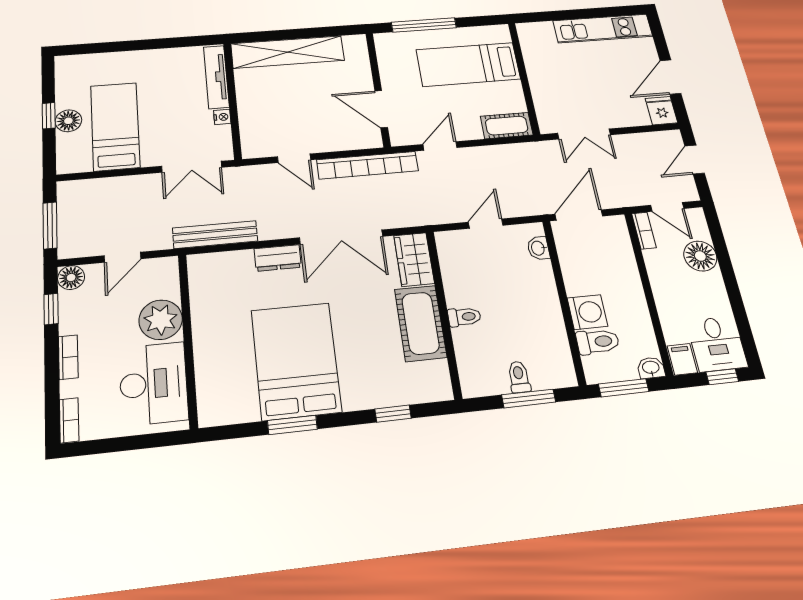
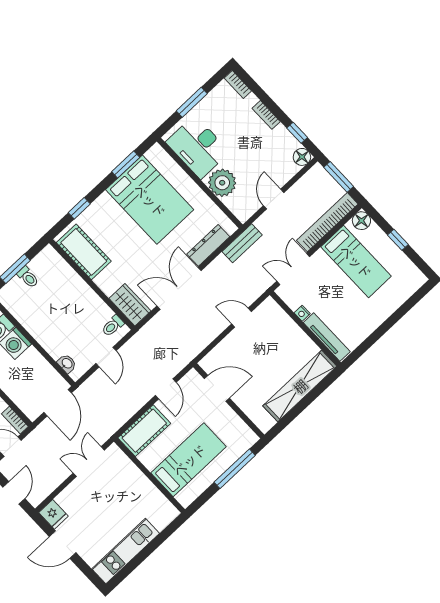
door: (670, 77) -> (63, 545), swing flipped
floor lamp: (68, 121) -> (361, 221), moved
cot: (507, 126) -> (144, 431), width x1.37, depth x1.34
bookcase: (368, 165) -> (327, 222), moved
bench: (215, 235) -> (242, 243), width x0.73
door: (122, 257) -> (274, 199), moved
dresser: (278, 258) -> (208, 245), width x1.44
toilet: (464, 317) -> (113, 326), moved
plant: (161, 320) -> (222, 183), moved
cot: (421, 323) -> (84, 252), moved
wall: (188, 339) -> (200, 183), moved
desk: (153, 384) -> (198, 147), moved
window: (145, 441) -> (192, 102), added

